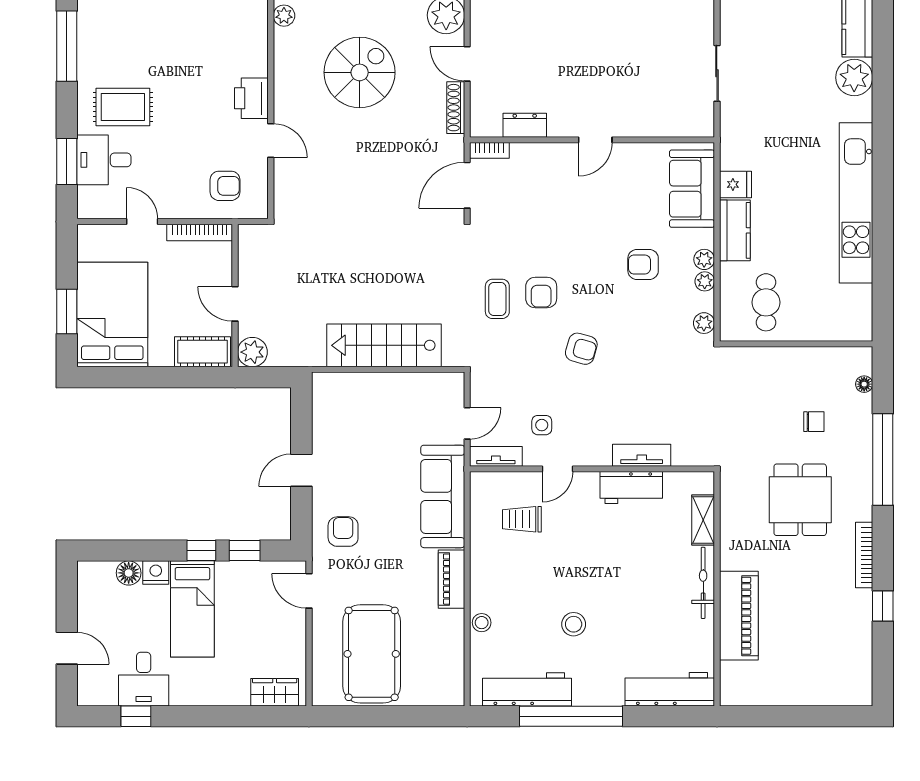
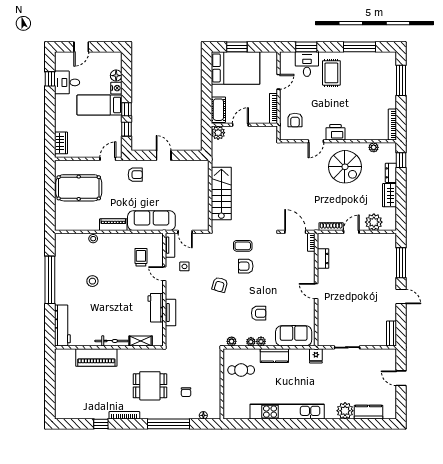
spiral stairs: (360, 72) -> (345, 167), moved
fridge: (735, 184) -> (316, 356), moved
armchair: (643, 264) -> (259, 313), turned 90
workbench: (527, 689) -> (62, 260), removed

